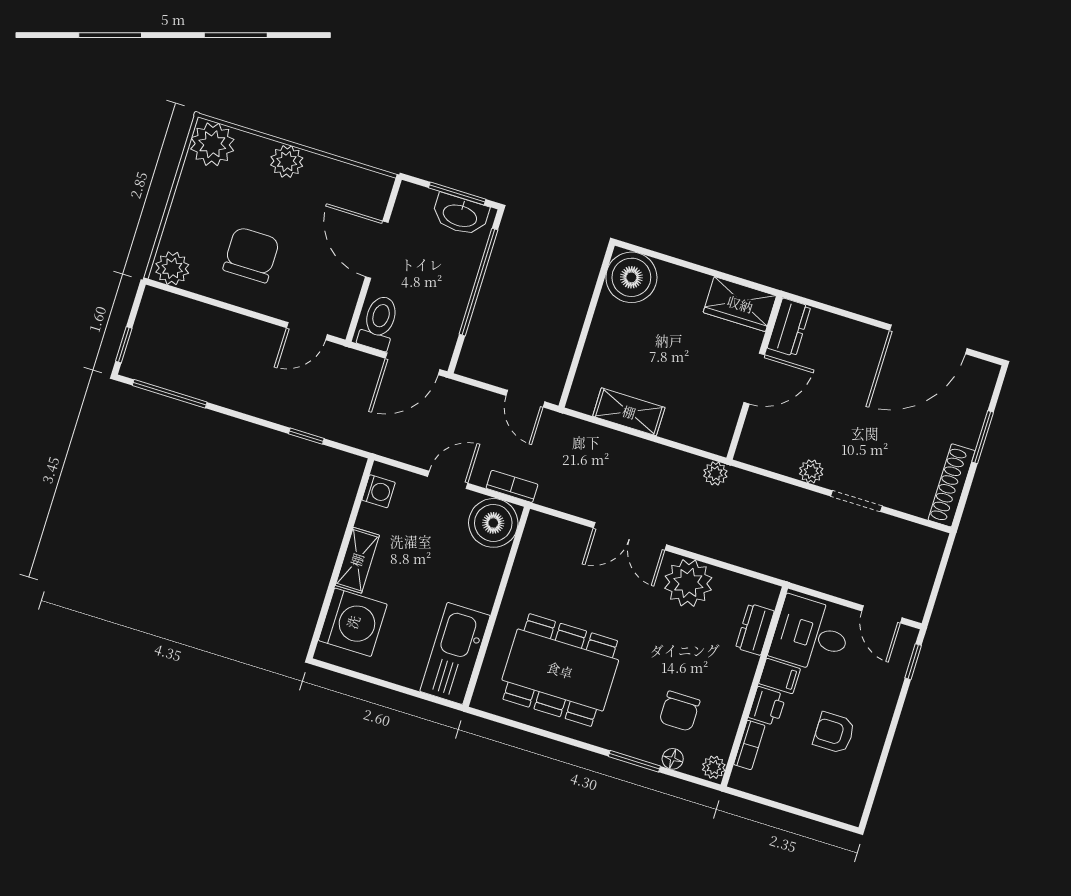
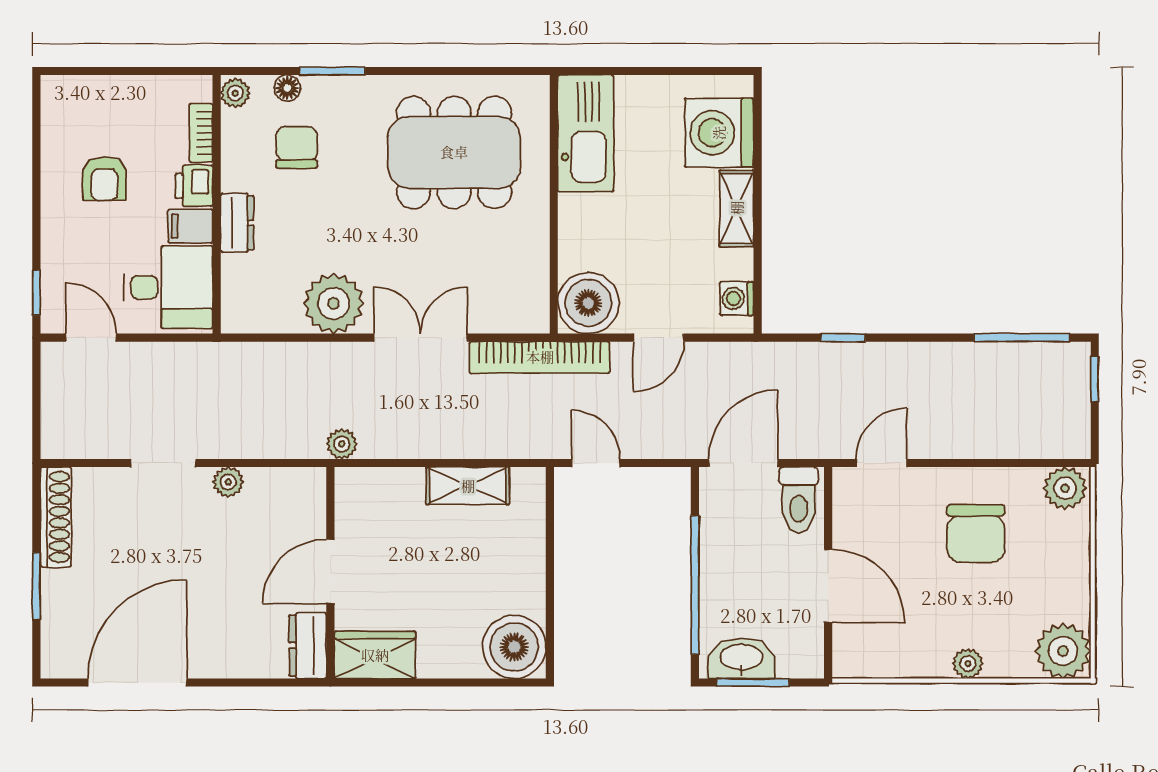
plant: (287, 161) -> (968, 664), width x0.73, depth x0.73
bookcase: (512, 486) -> (540, 357), width x2.31, depth x1.31
dresser: (755, 629) -> (237, 223), moved
armchair: (834, 733) -> (104, 179), turned 90

